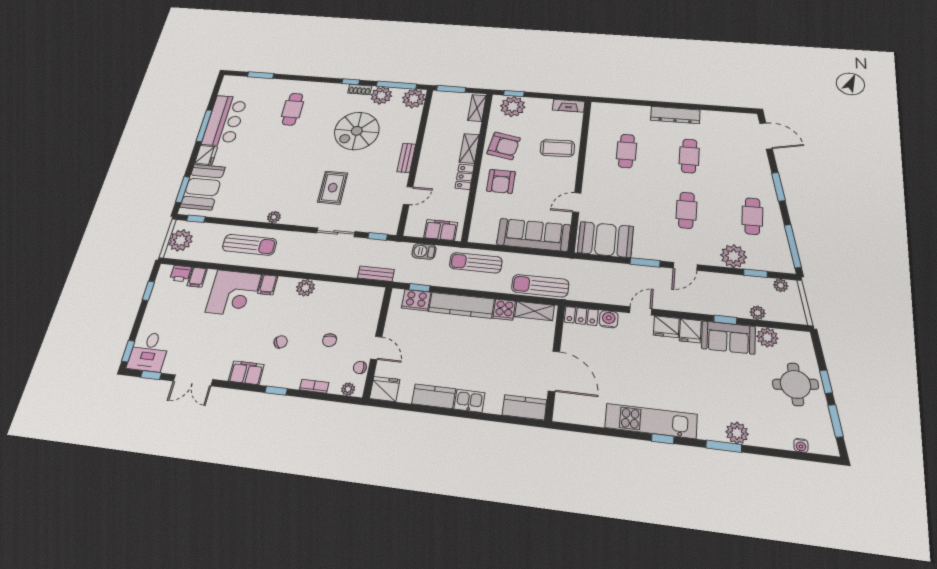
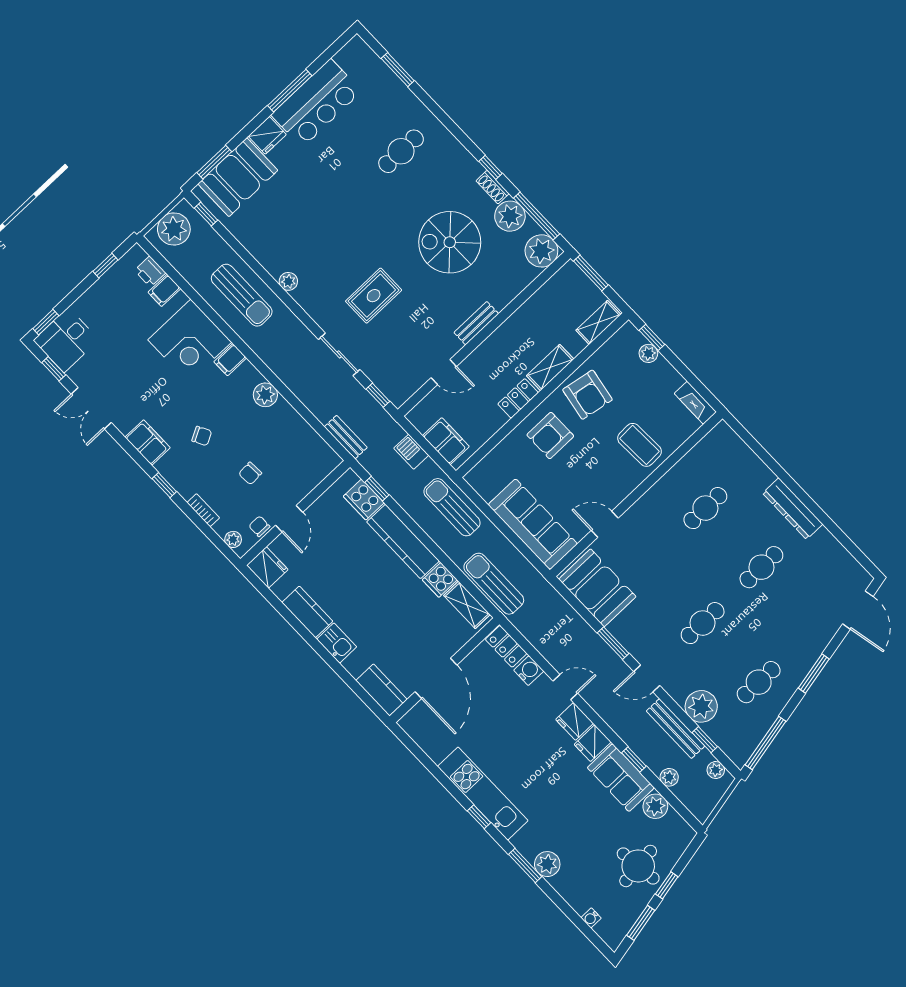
plant: (513, 107) -> (648, 353), width x0.53, depth x0.53
bench: (732, 281) -> (676, 729), added

